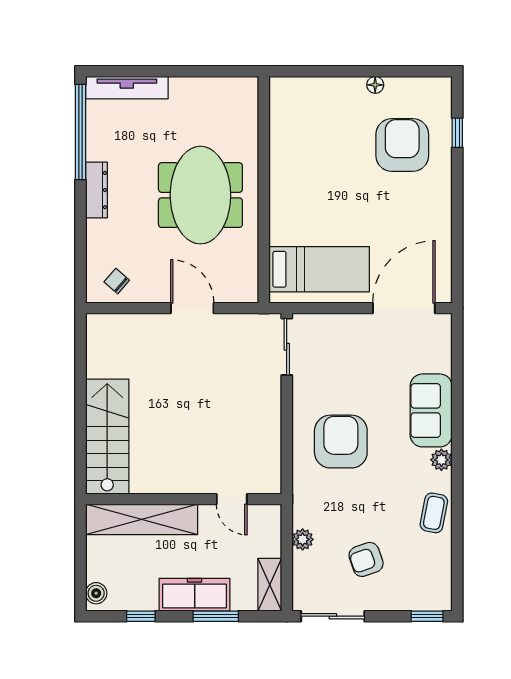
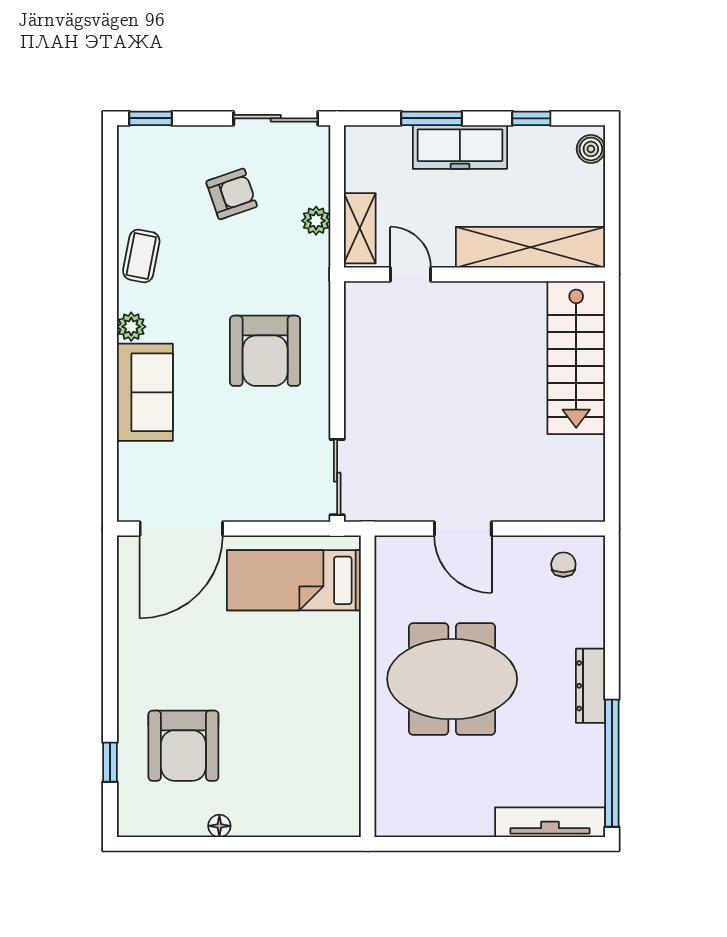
meeting table: (200, 195) -> (452, 679), turned 90
chair: (117, 281) -> (563, 565), turned -131
shelving: (270, 585) -> (360, 228), moved

